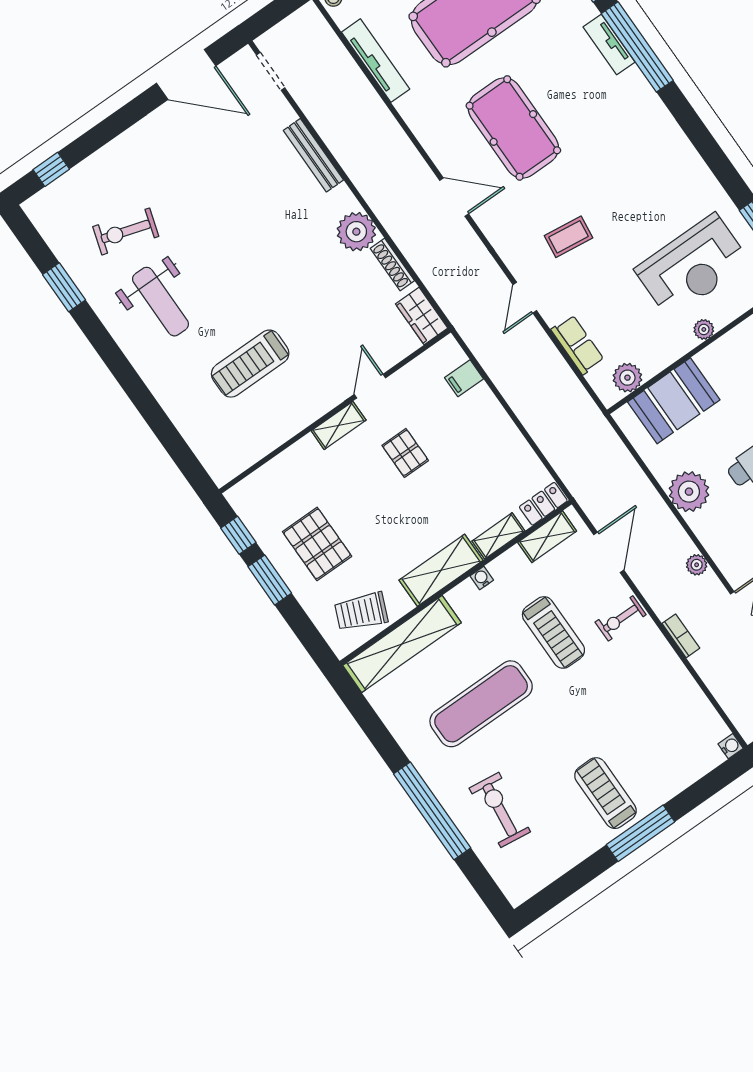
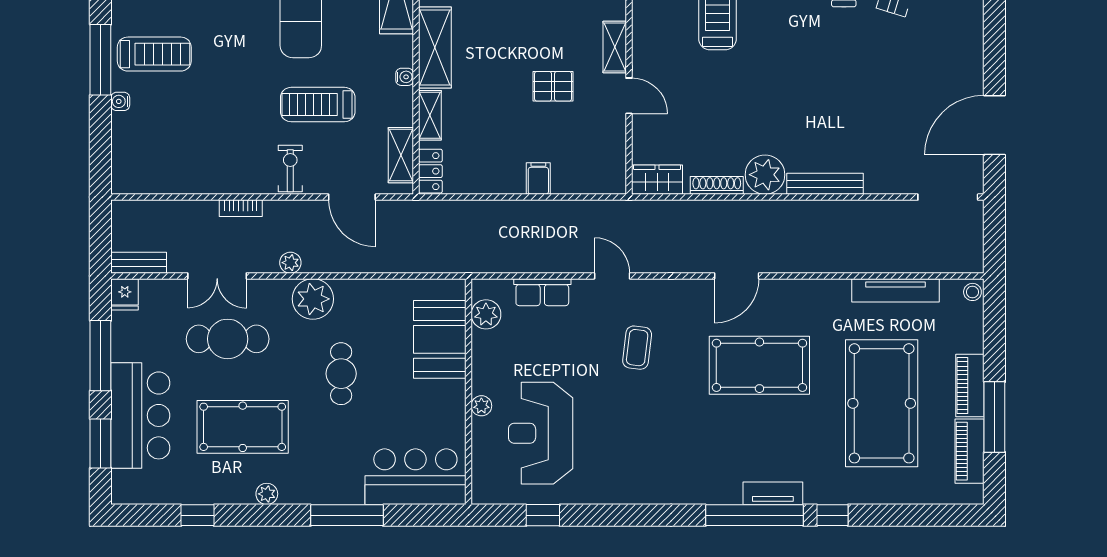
doorway: (271, 71) -> (948, 197), width x1.38
bench: (313, 155) -> (825, 184), moved
filing cabinet: (464, 378) -> (538, 179), moved
plant: (689, 492) -> (313, 299), moved
water cooler: (731, 746) -> (120, 101), moved, turned 90

